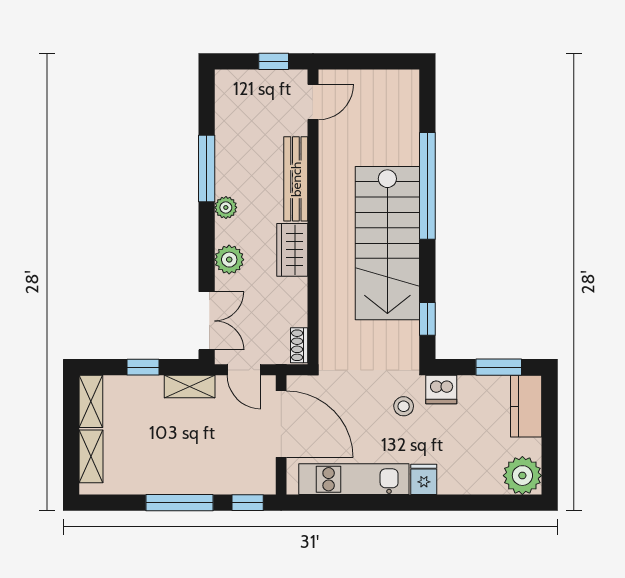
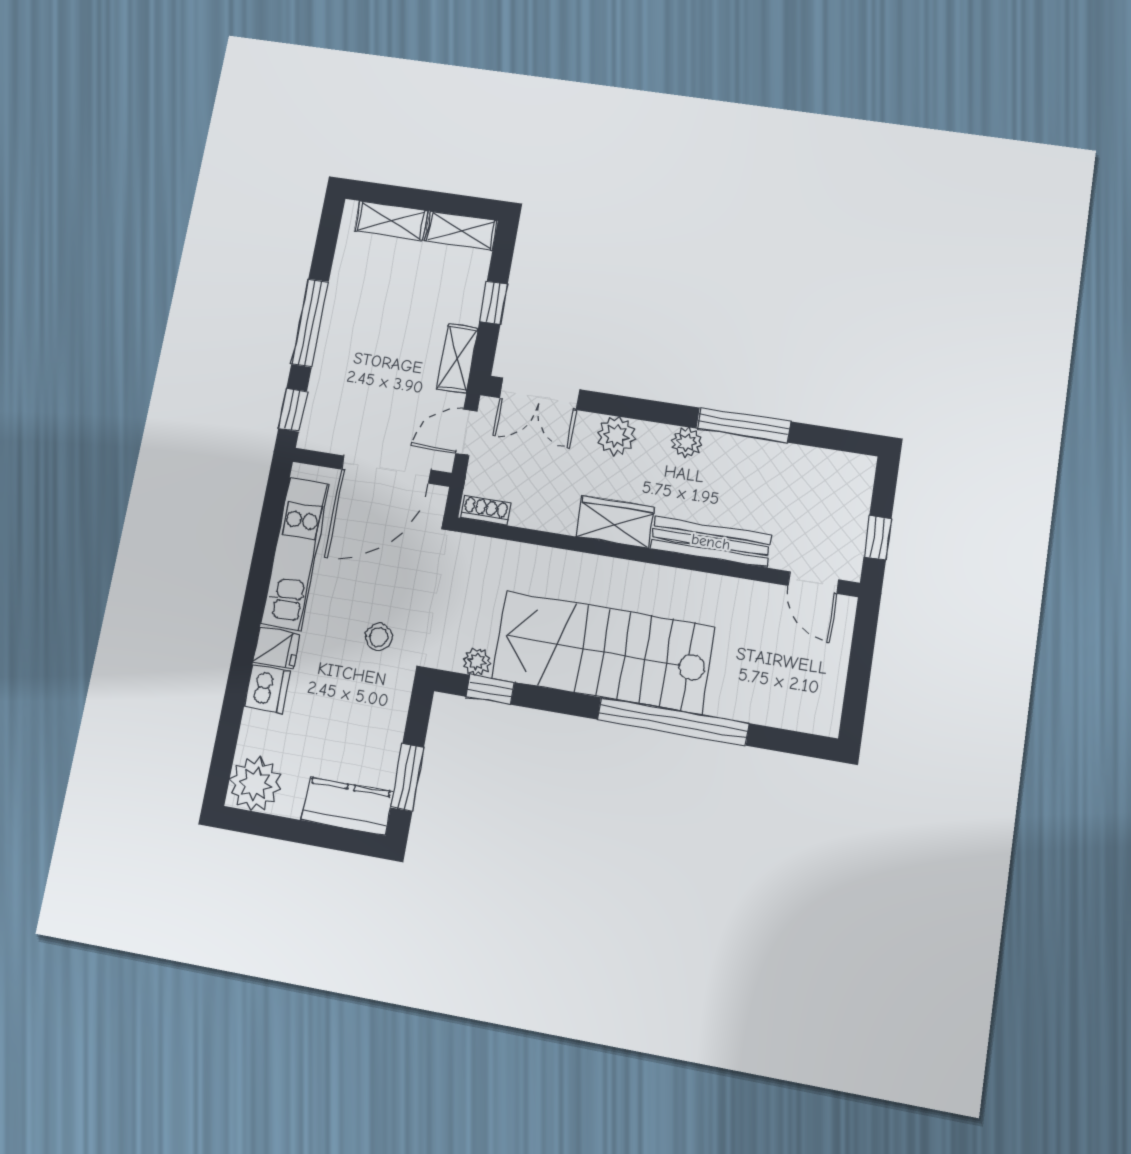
plant: (409, 332) -> (477, 662), added
dishwasher: (441, 389) -> (267, 689), moved, turned 180

